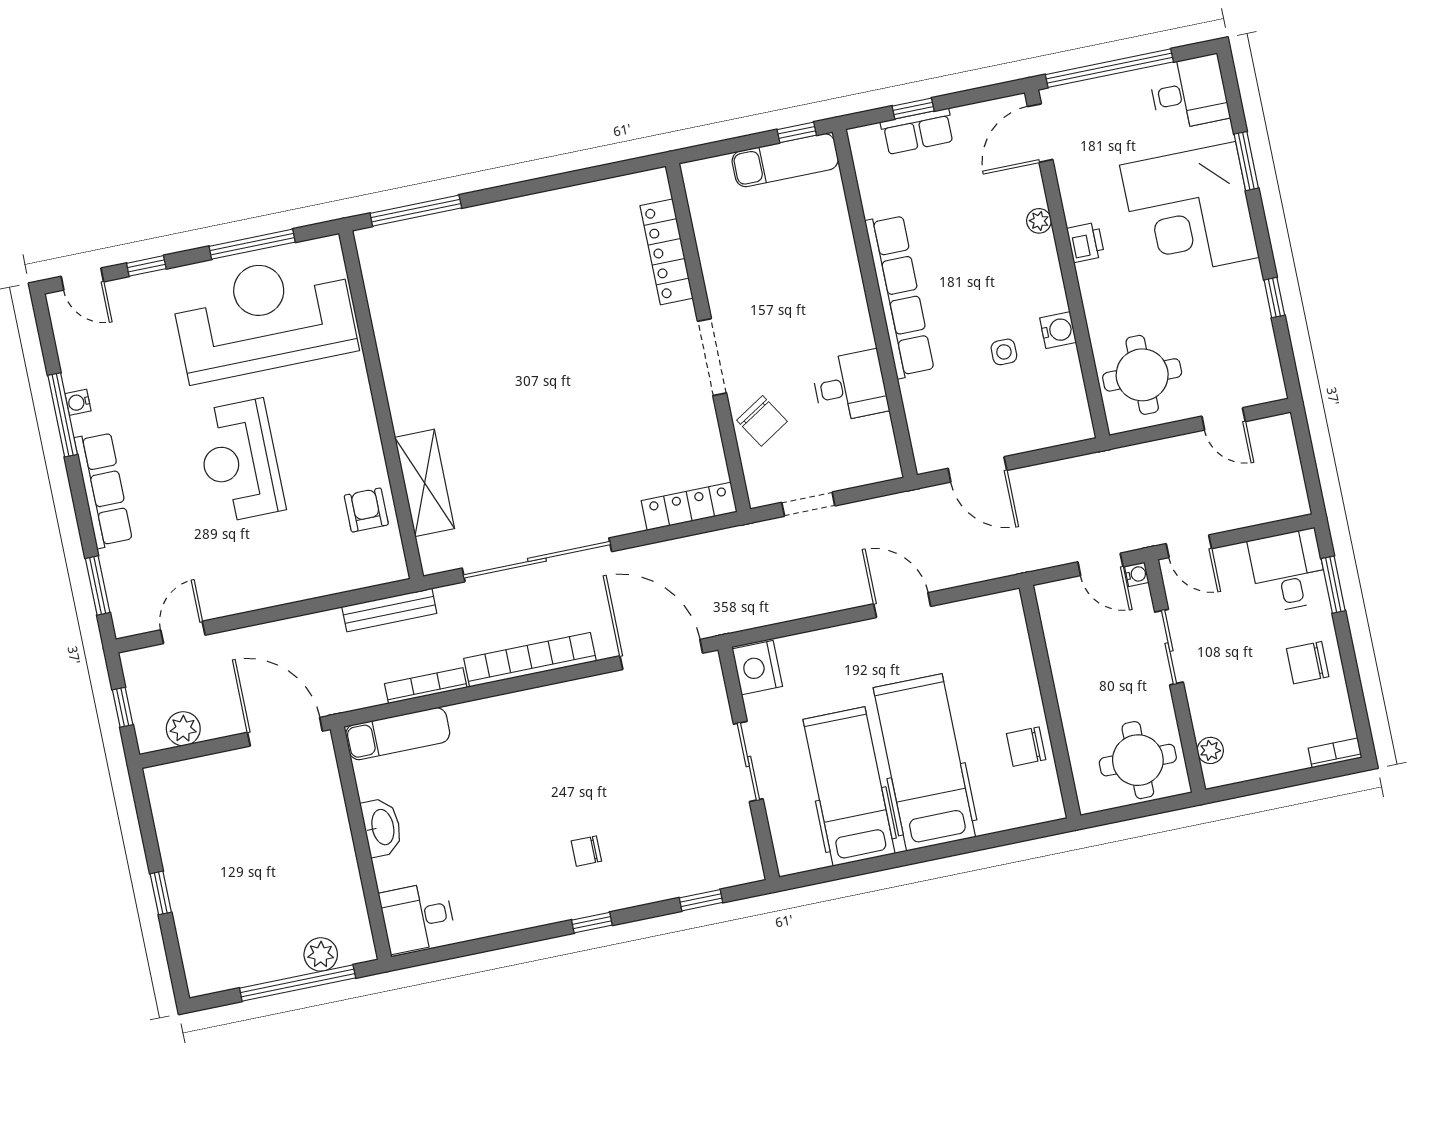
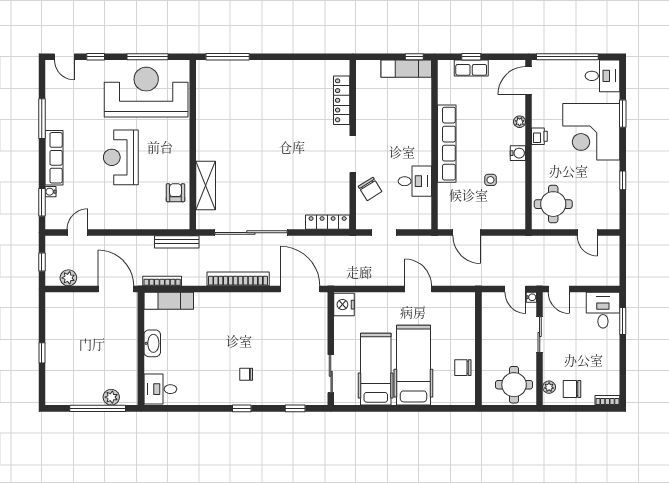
water cooler: (1058, 330) -> (518, 153), moved
water cooler: (78, 402) -> (50, 192), moved
chair: (1308, 663) -> (572, 389), moved
bookcase: (426, 686) -> (162, 281), moved
sliding door: (748, 761) -> (331, 374), moved

